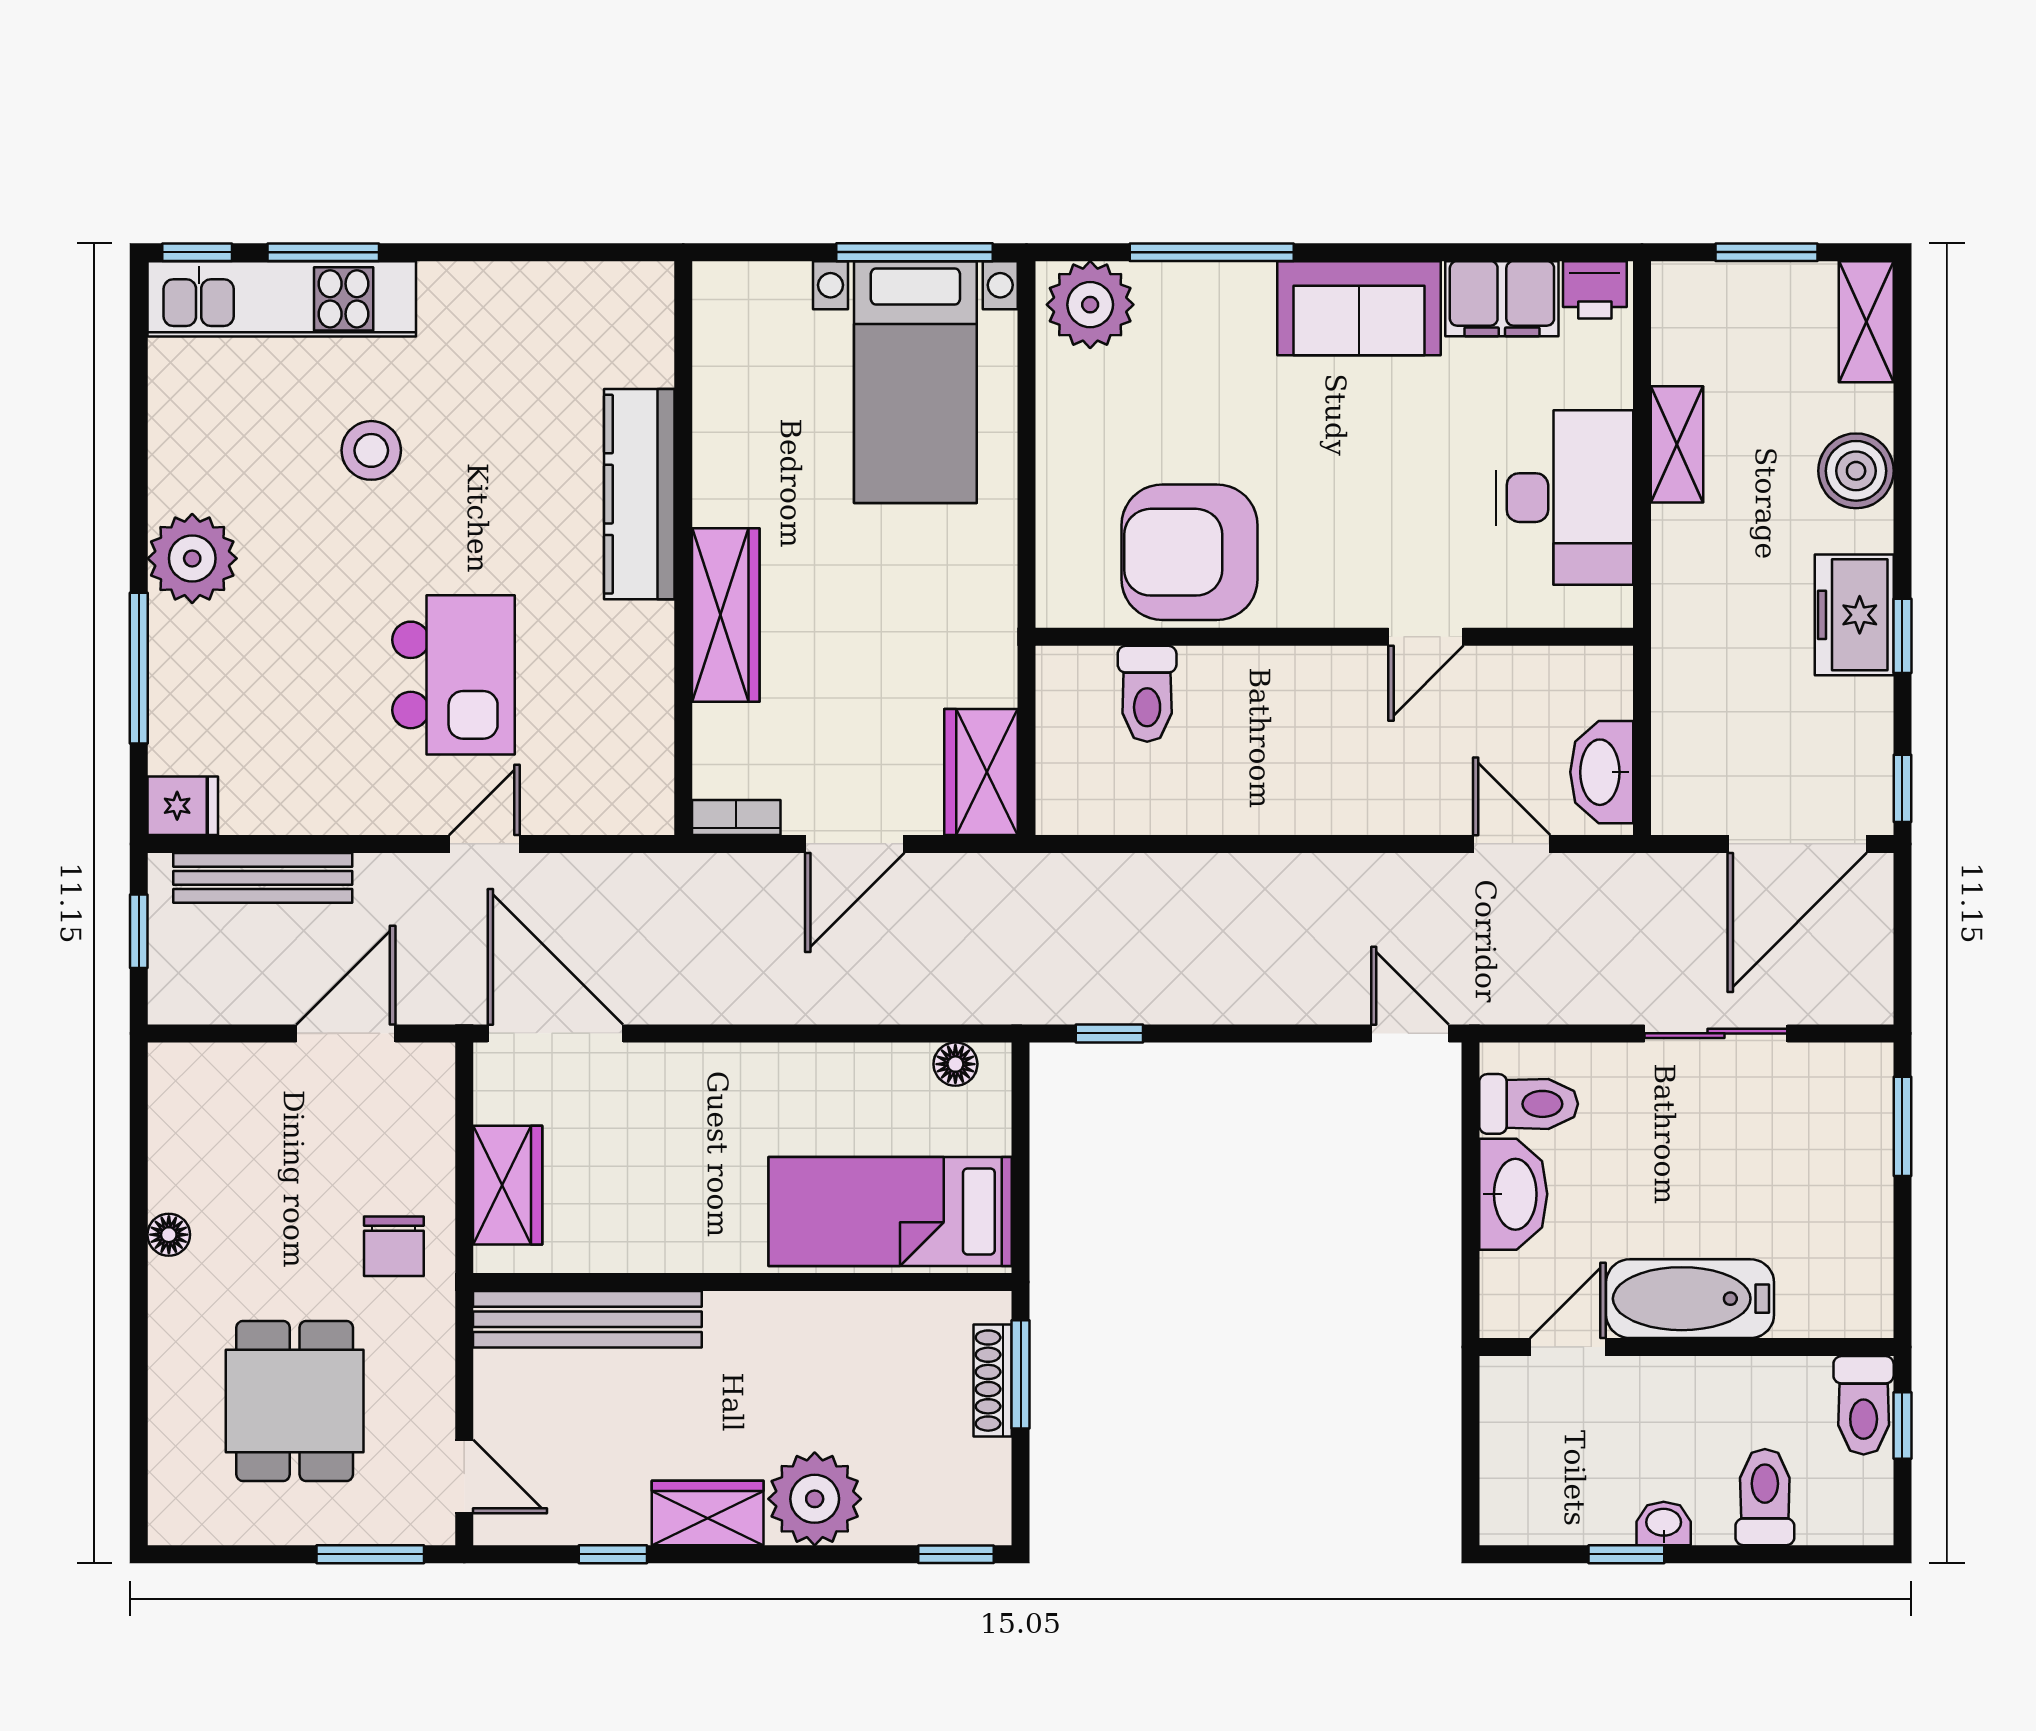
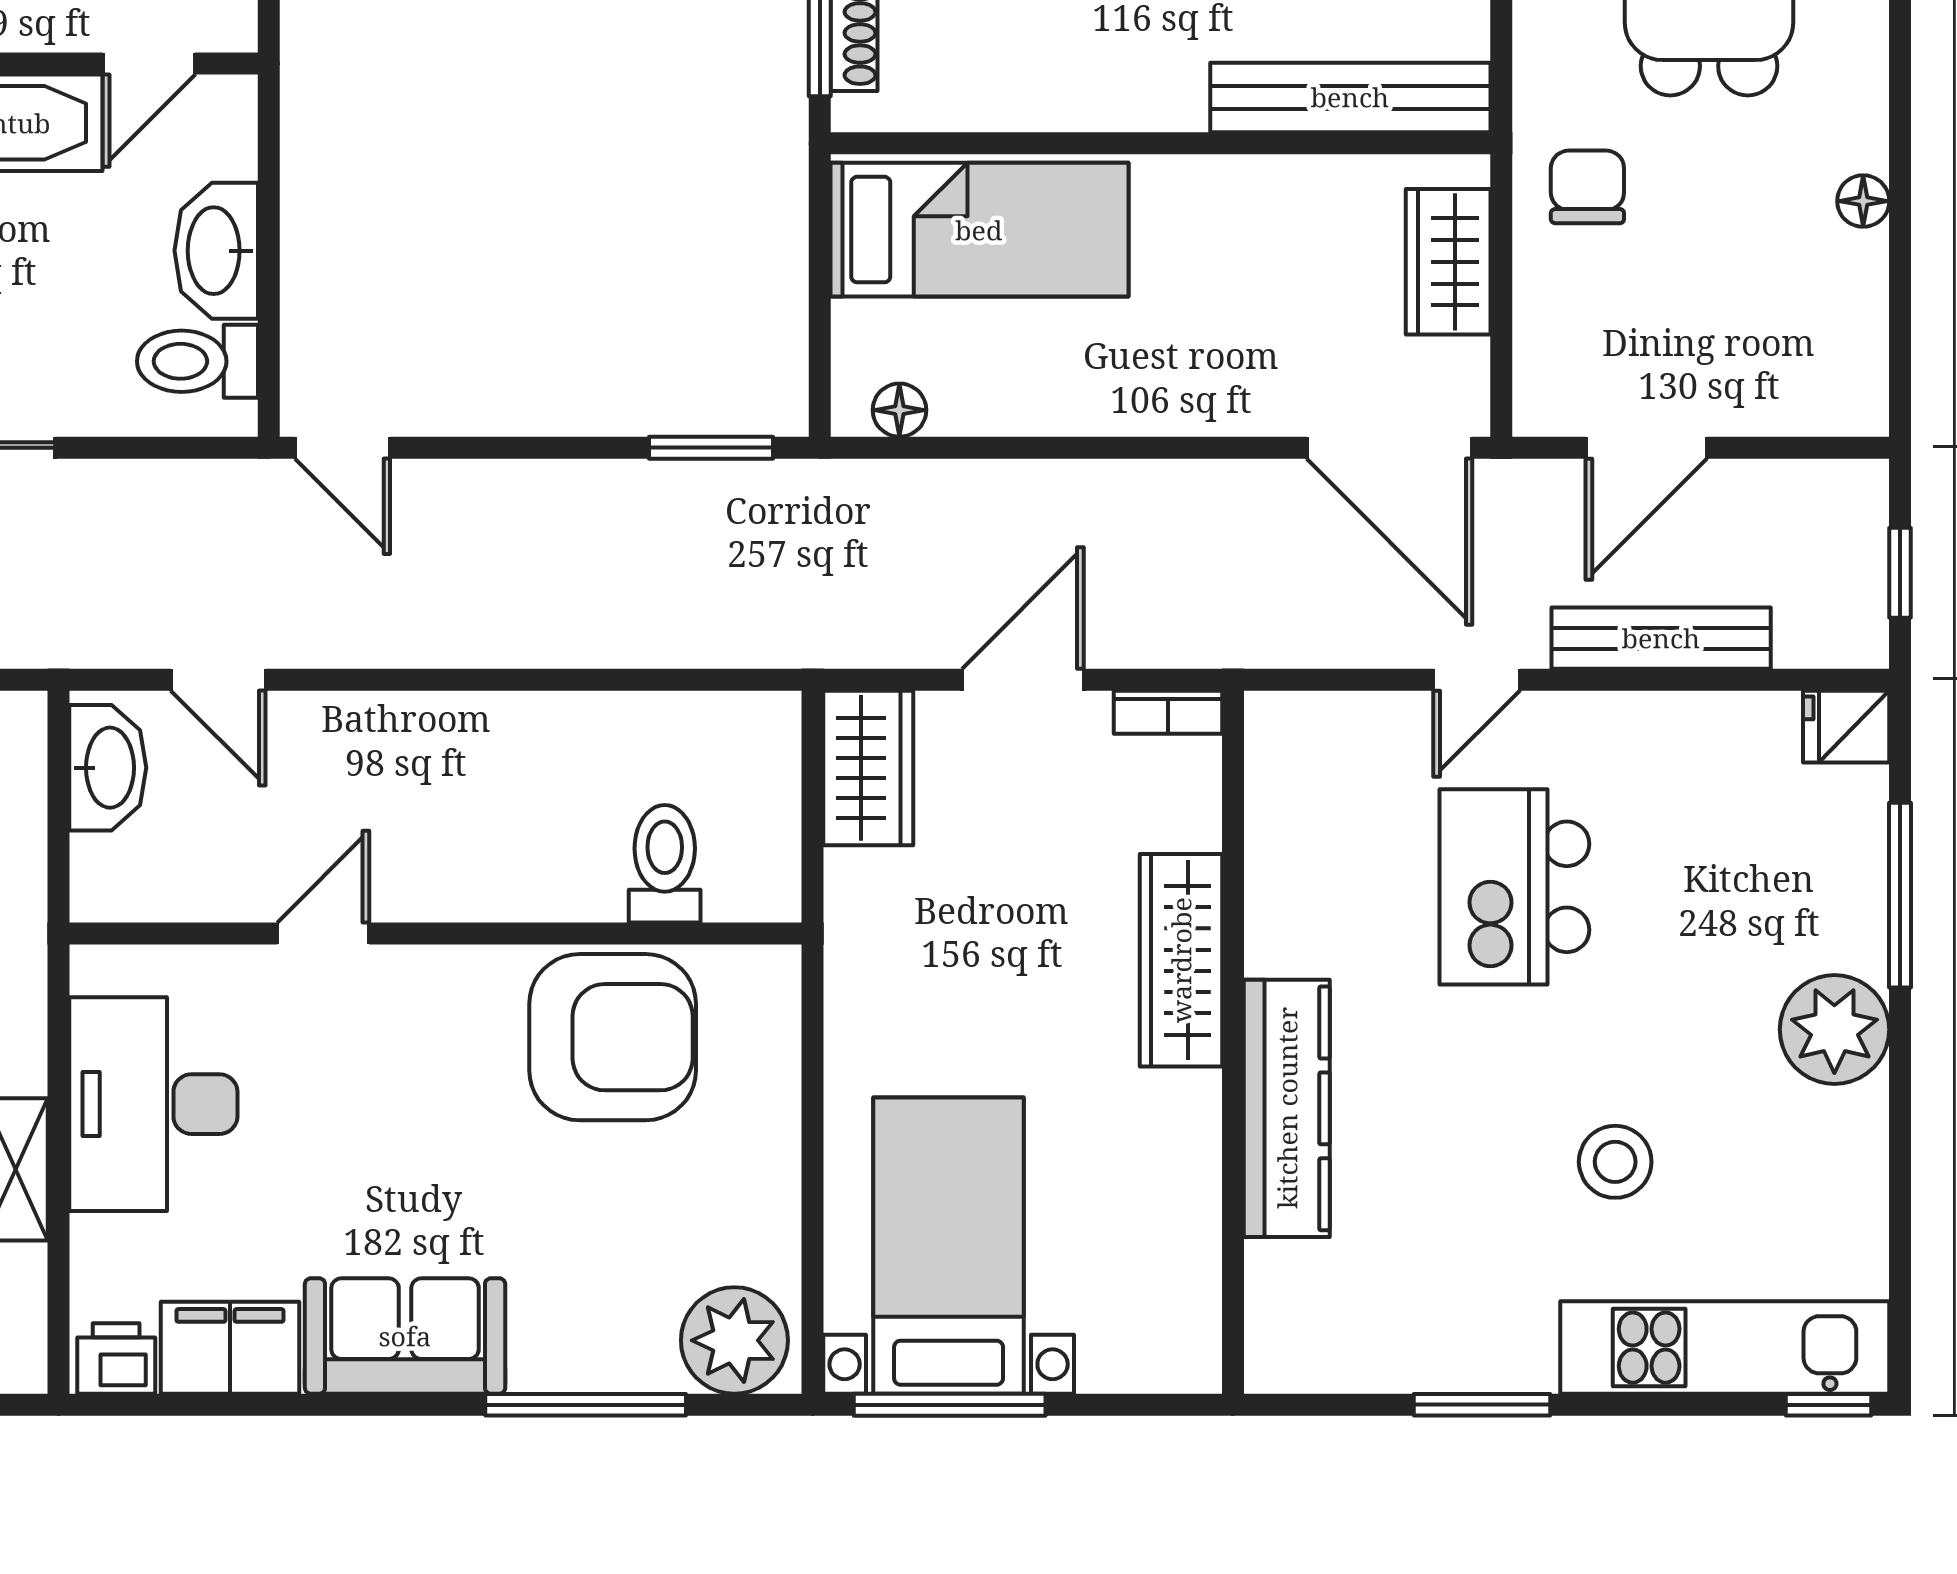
window: (323, 252) -> (1482, 1405), moved
bench: (263, 878) -> (1661, 638), moved
window: (1109, 1033) -> (711, 448), width x1.50

